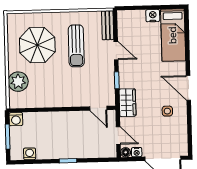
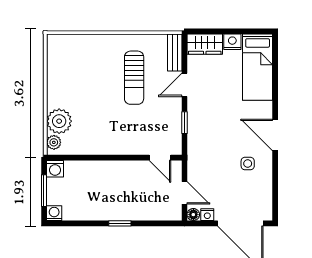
parasol: (37, 45) -> (85, 75), removed
door: (116, 51) -> (184, 85), swing flipped
plant: (14, 98) -> (54, 142), added
wardrobe: (127, 103) -> (205, 44), moved, turned 90
washing machine: (30, 154) -> (54, 213), moved

